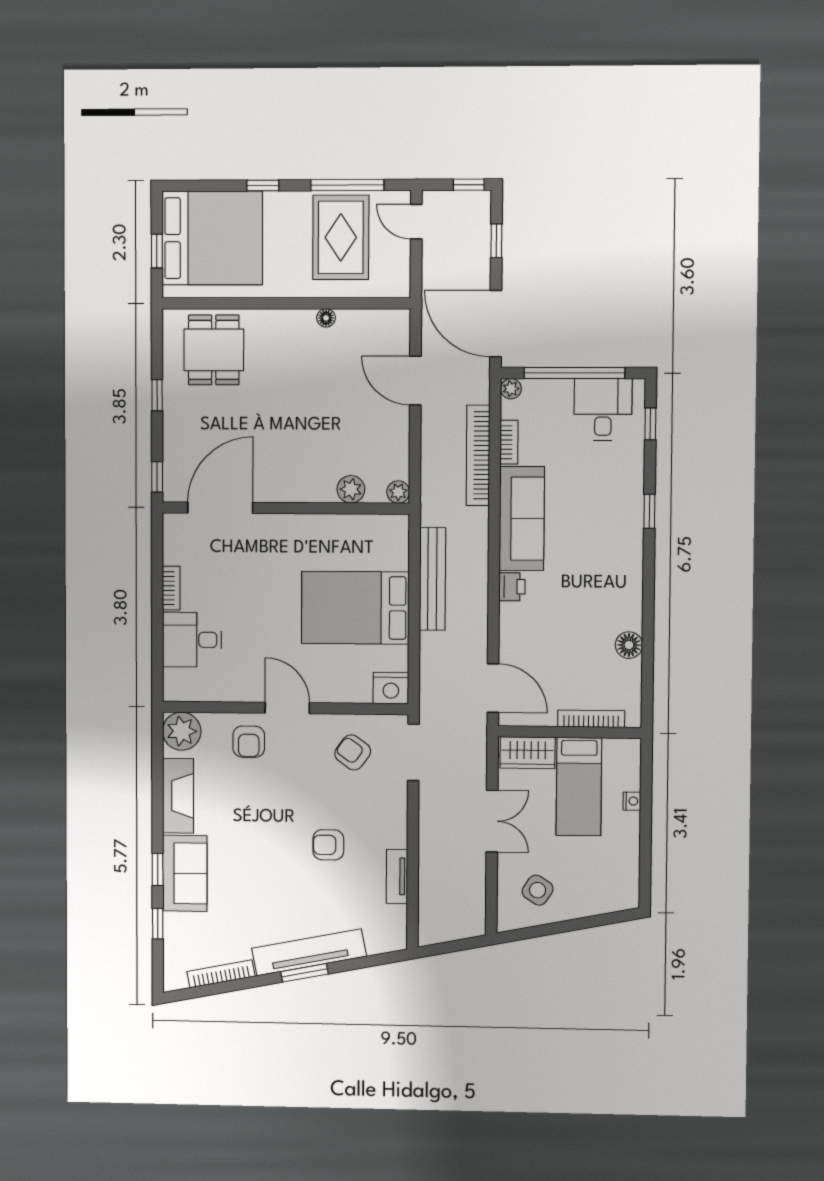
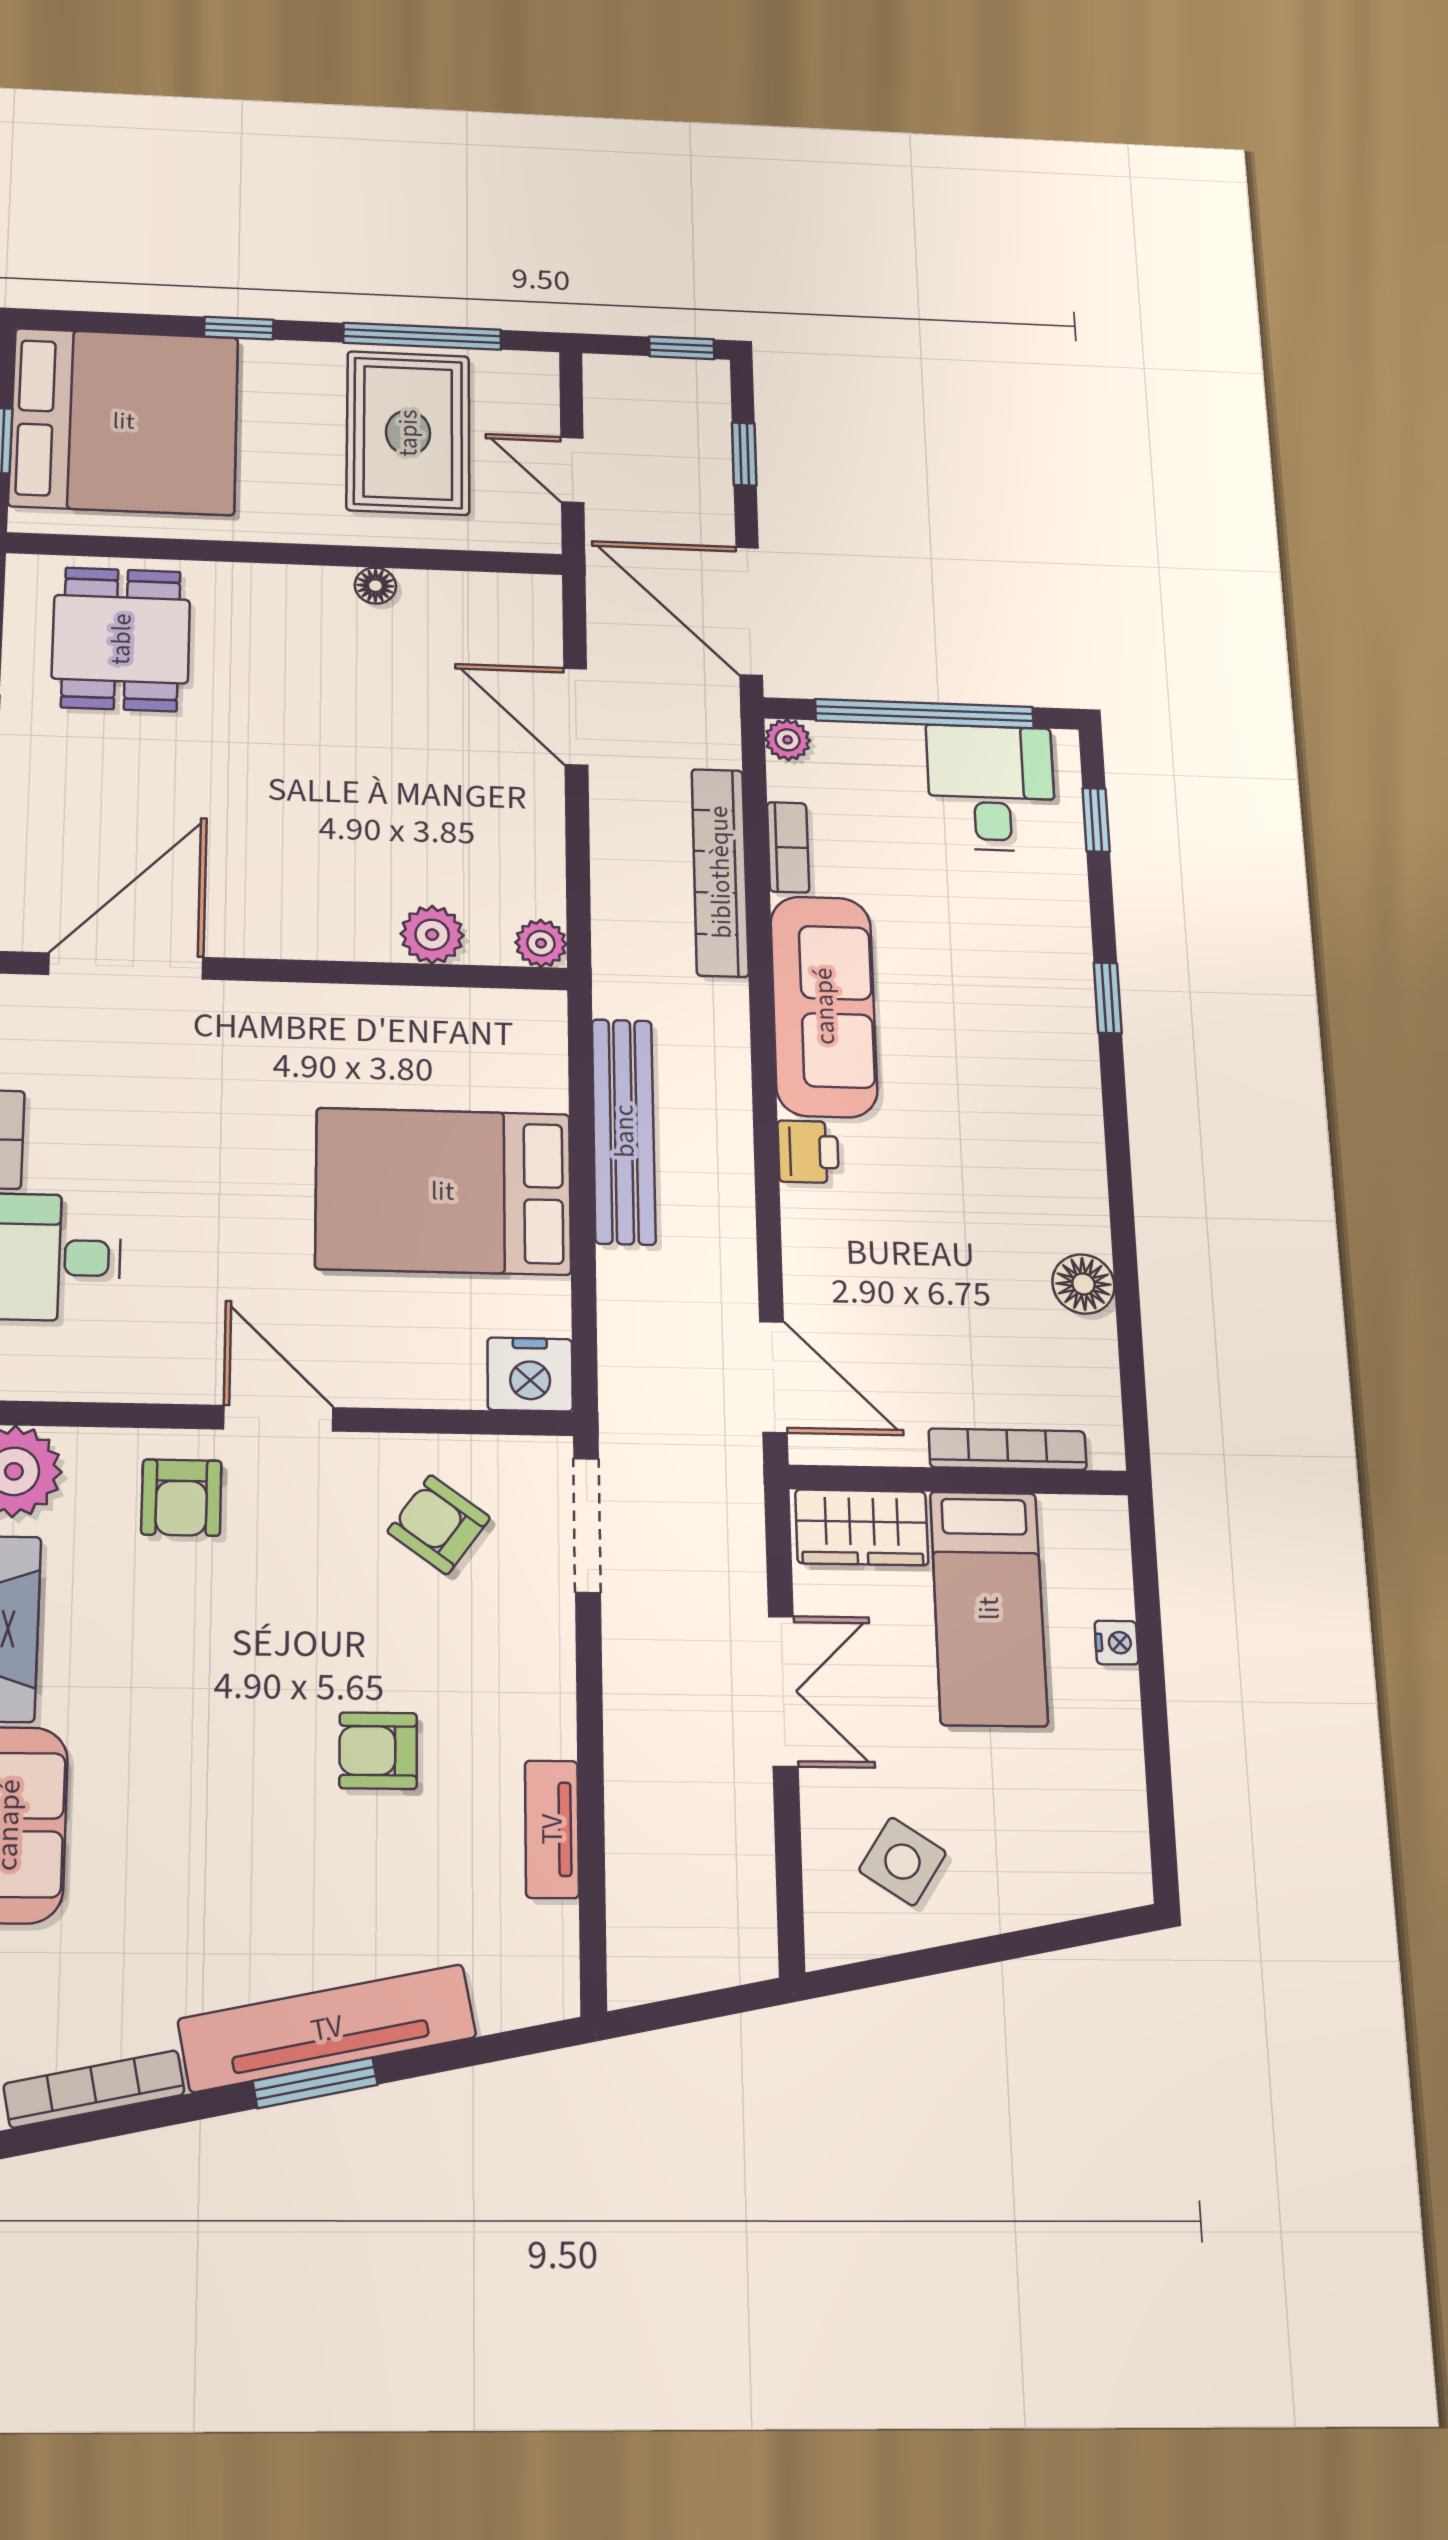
door: (416, 222) -> (572, 470), moved

